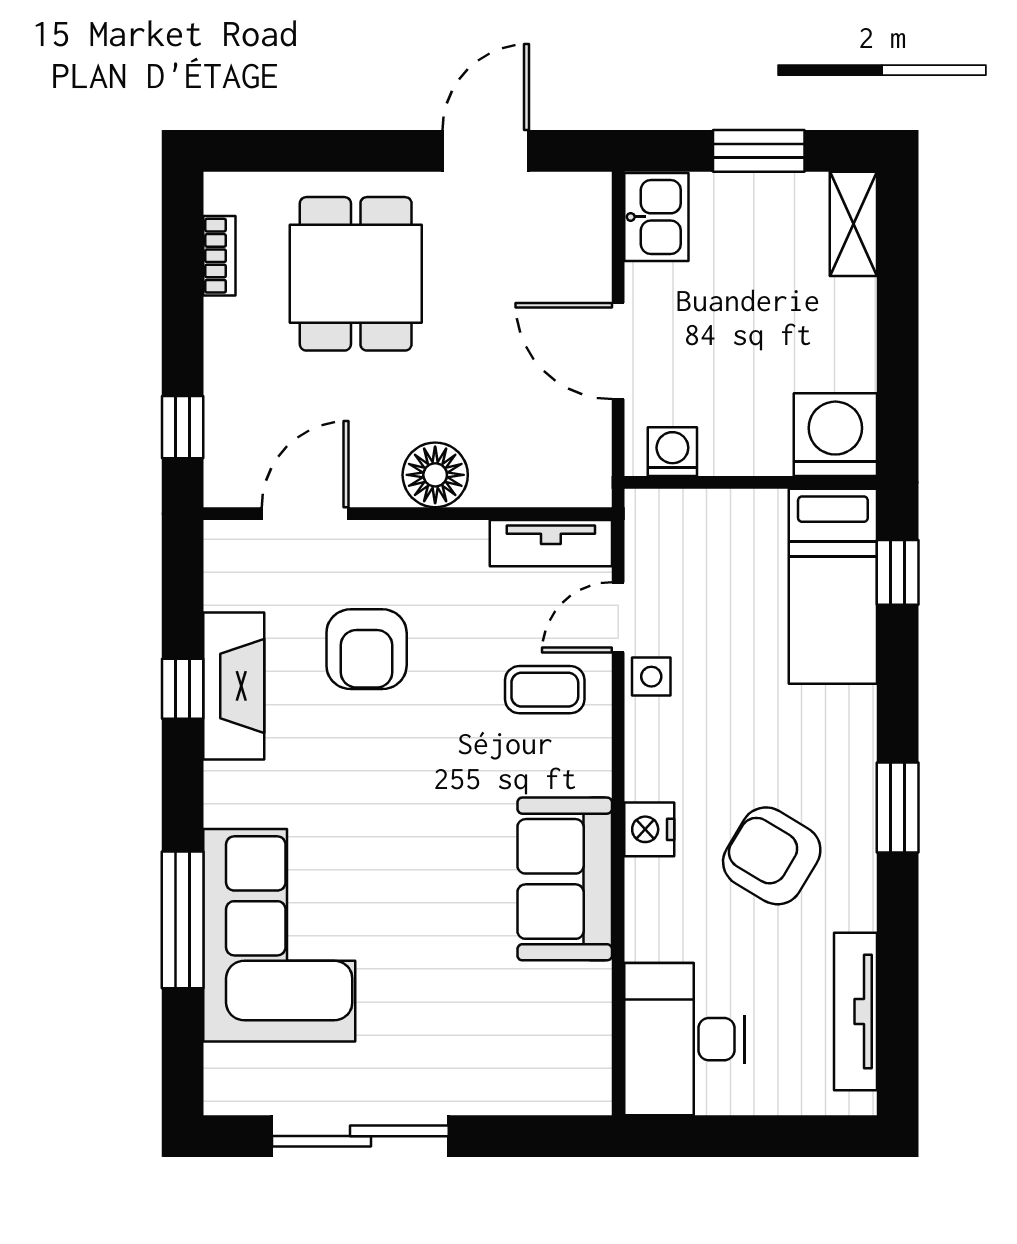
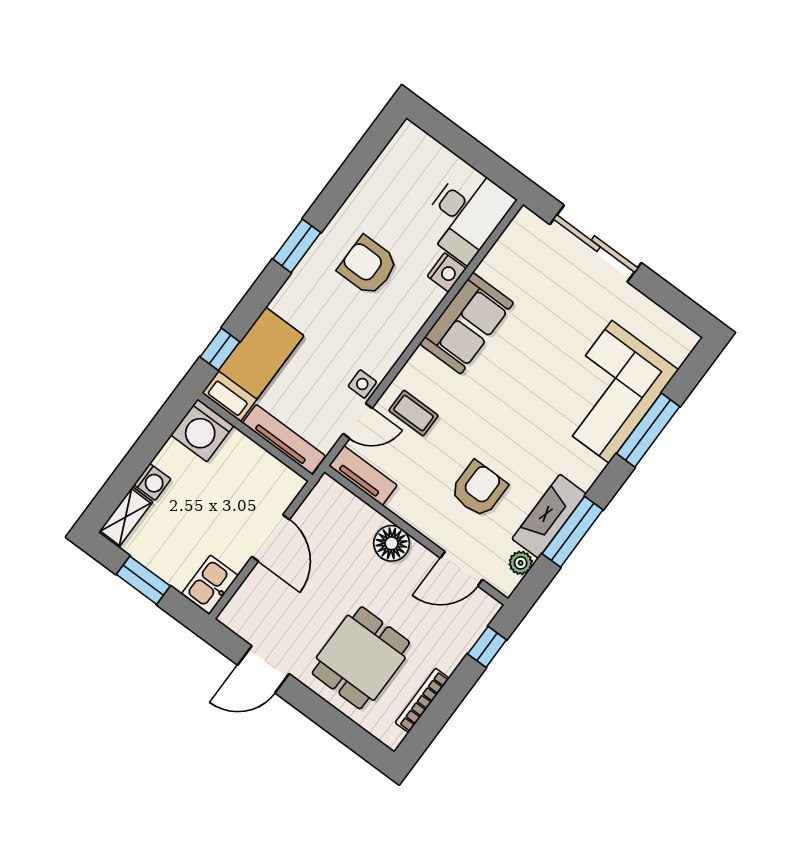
bookcase: (219, 256) -> (422, 700), width x1.56
washing machine: (672, 452) -> (152, 482), moved, turned -90
plant: (225, 587) -> (521, 563), added
window: (183, 689) -> (573, 532), width x2.17
nightstand: (649, 829) -> (447, 272), moved
armchair: (772, 856) -> (368, 266), turned 149
tv unit: (855, 1012) -> (284, 439), moved, turned -90
sliding door: (360, 1136) -> (596, 244), moved

